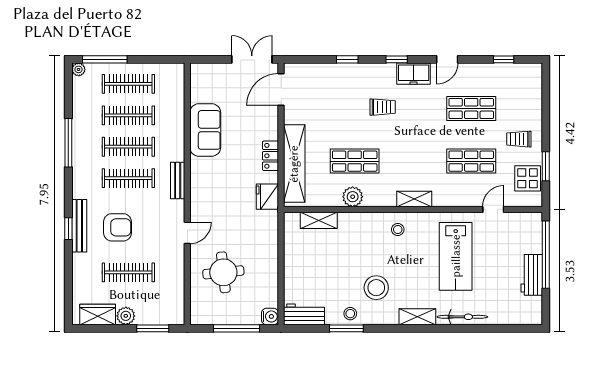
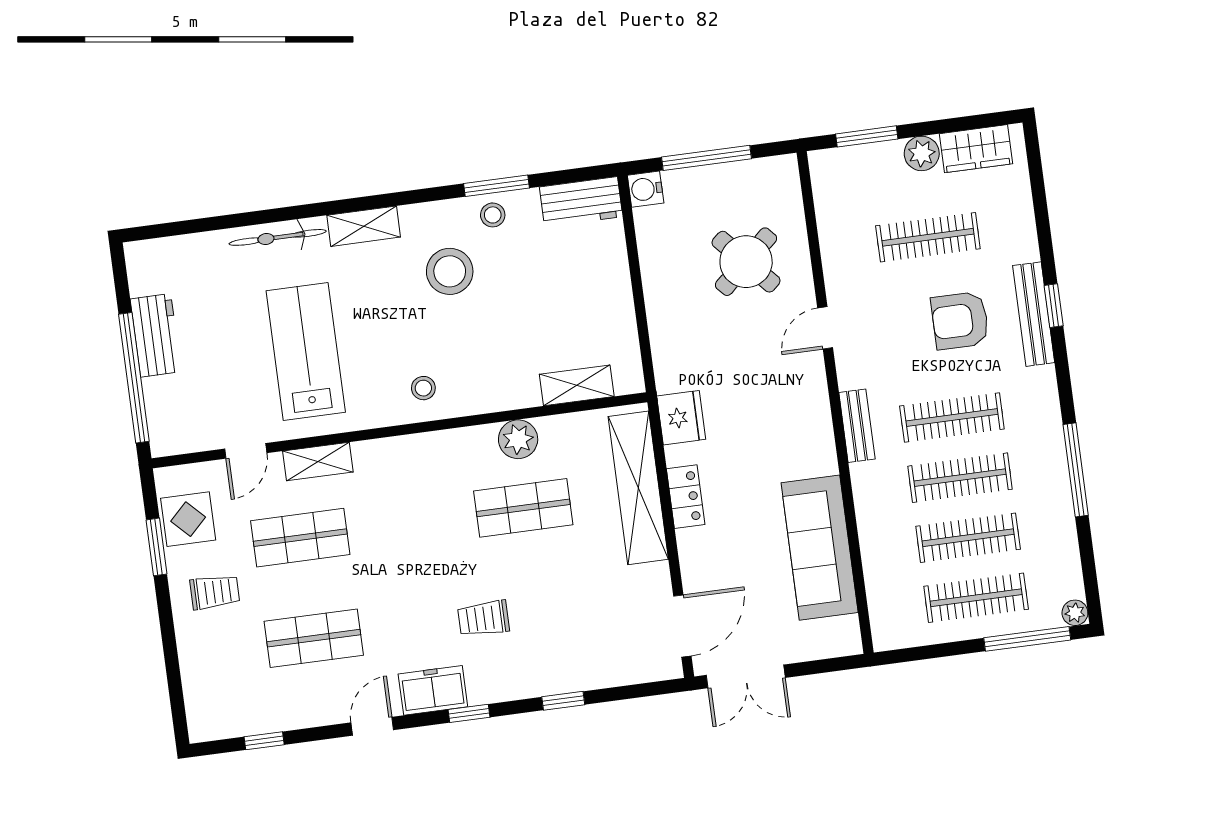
sofa: (205, 130) -> (820, 548), width x1.36
shelving: (414, 199) -> (318, 462), moved
round table: (223, 272) -> (746, 262), turned -36

